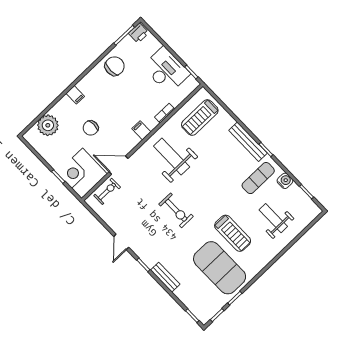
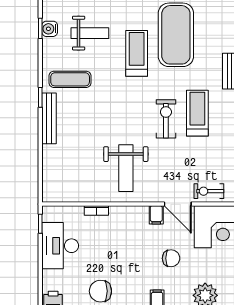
treadmill: (200, 118) -> (197, 113), moved, turned -90
filing cabinet: (141, 130) -> (156, 215), moved
water cooler: (285, 181) -> (50, 29), moved
weight bench: (273, 218) -> (90, 33), turned -90

